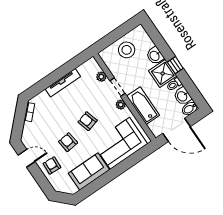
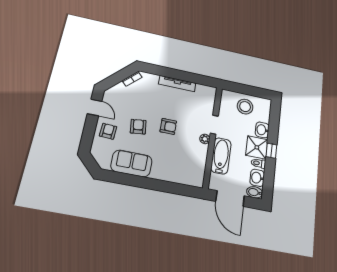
plant: (101, 77) -> (209, 106), removed
armchair: (88, 121) -> (168, 126), turned 106
corner sofa: (120, 143) -> (177, 166), removed

